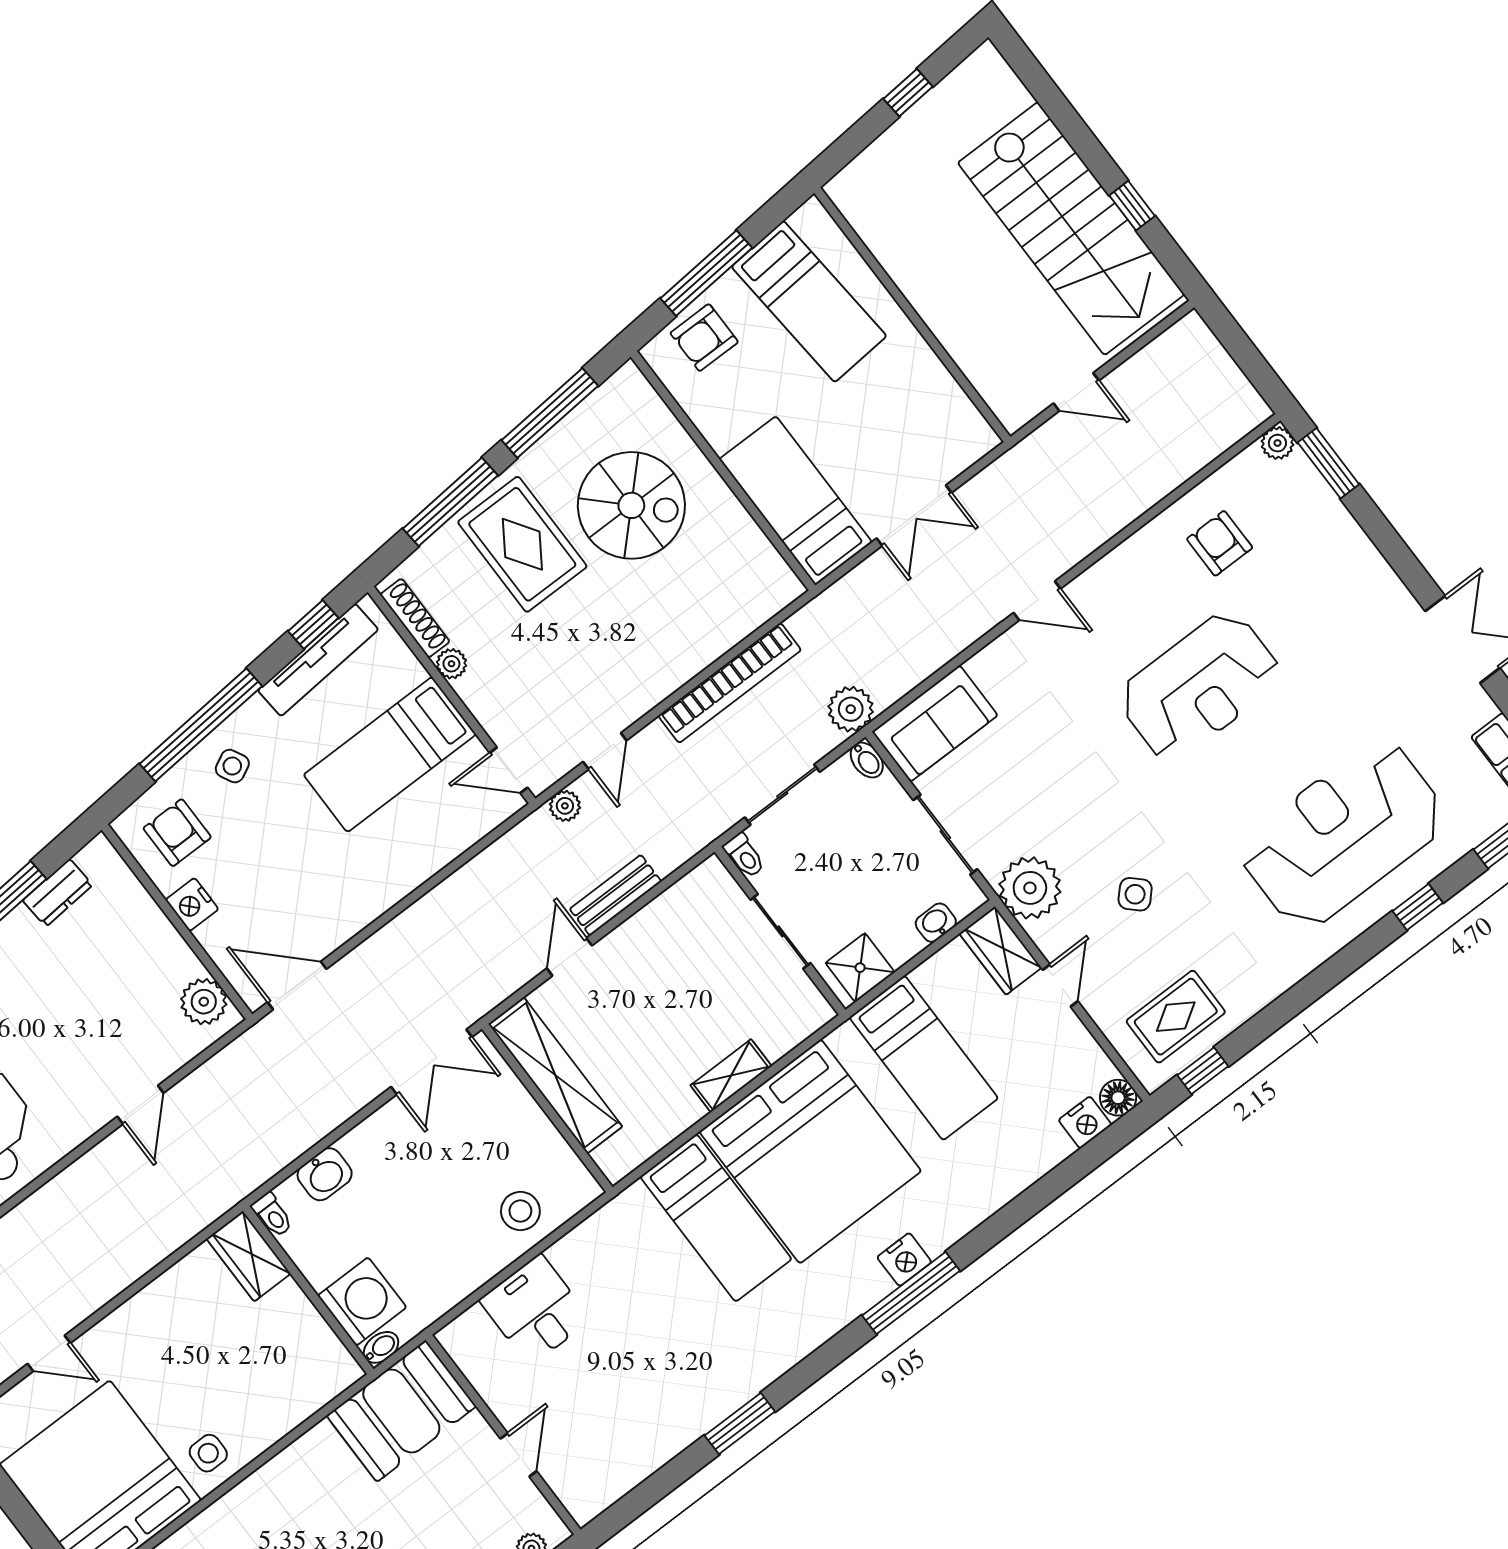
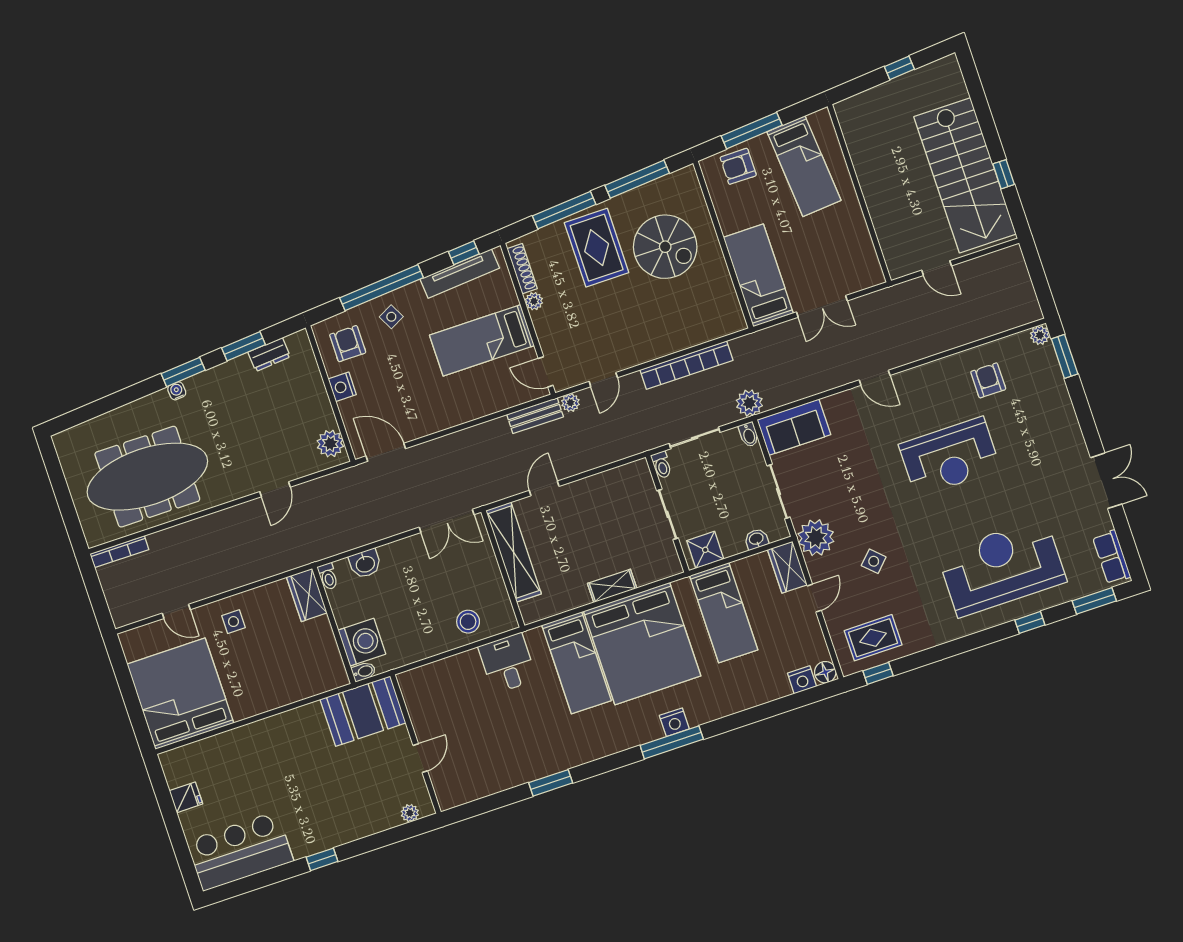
bench: (616, 895) -> (535, 416), moved
desk: (535, 1310) -> (507, 663), moved
side table: (208, 1453) -> (233, 622), moved

